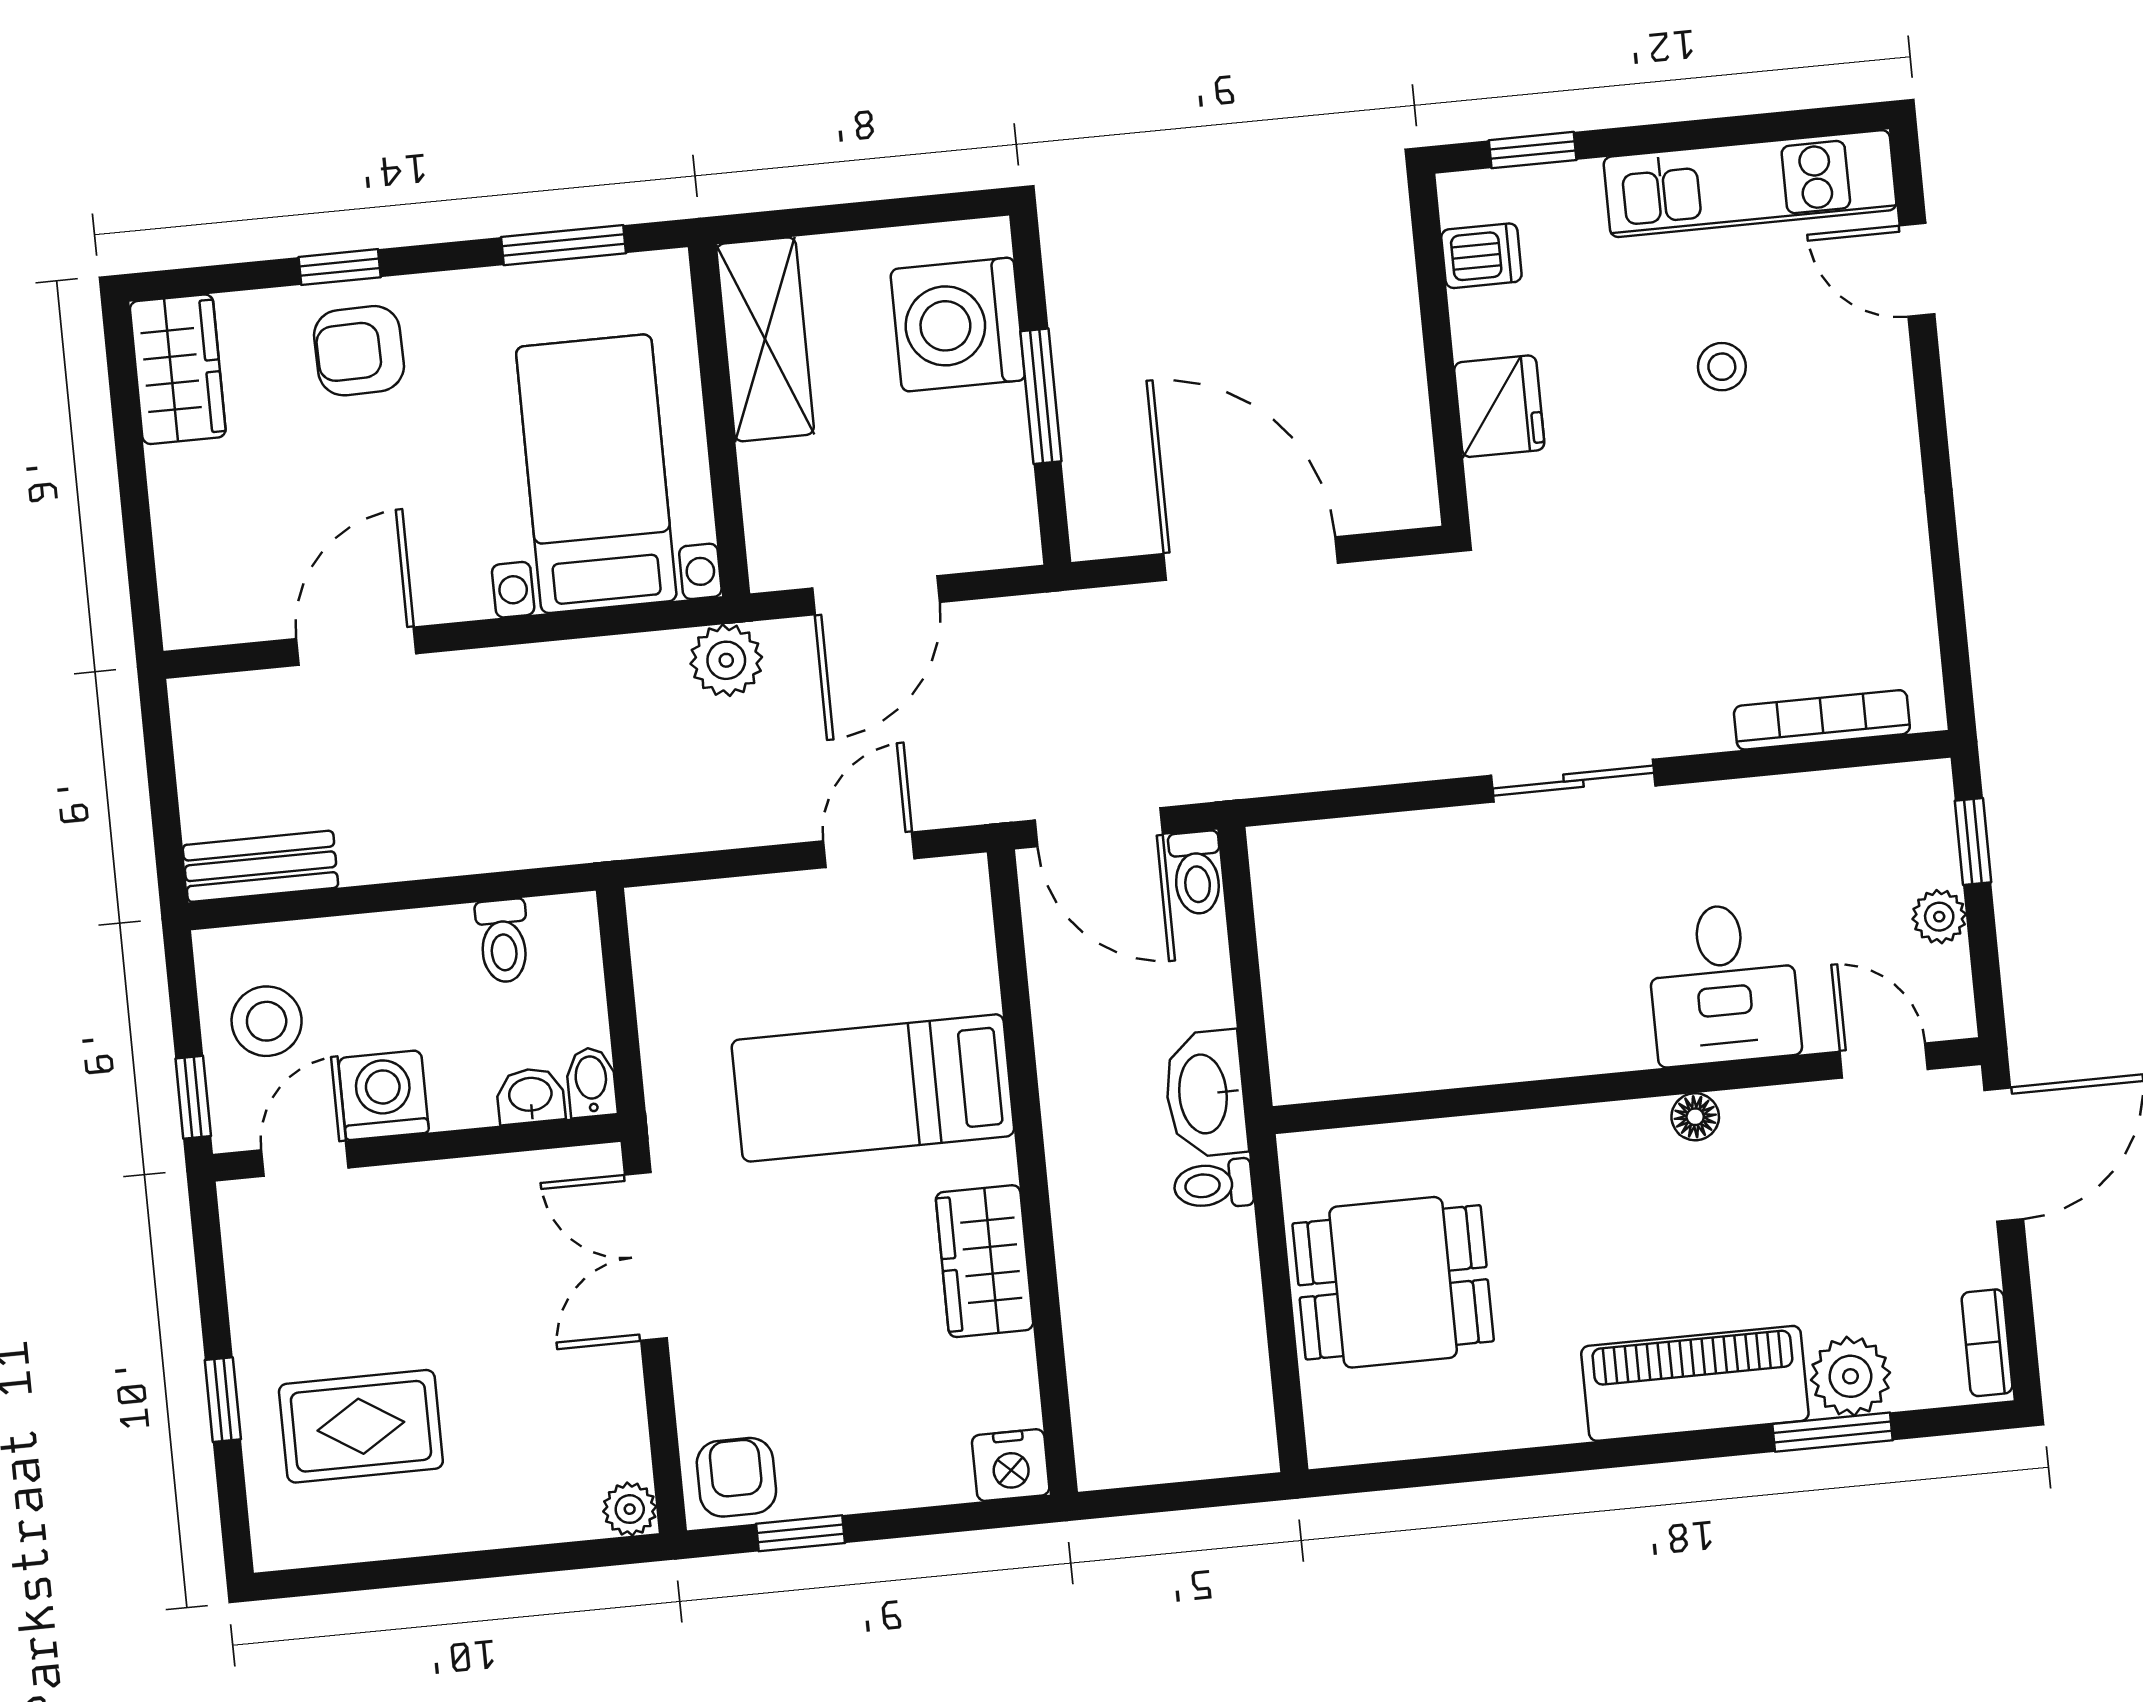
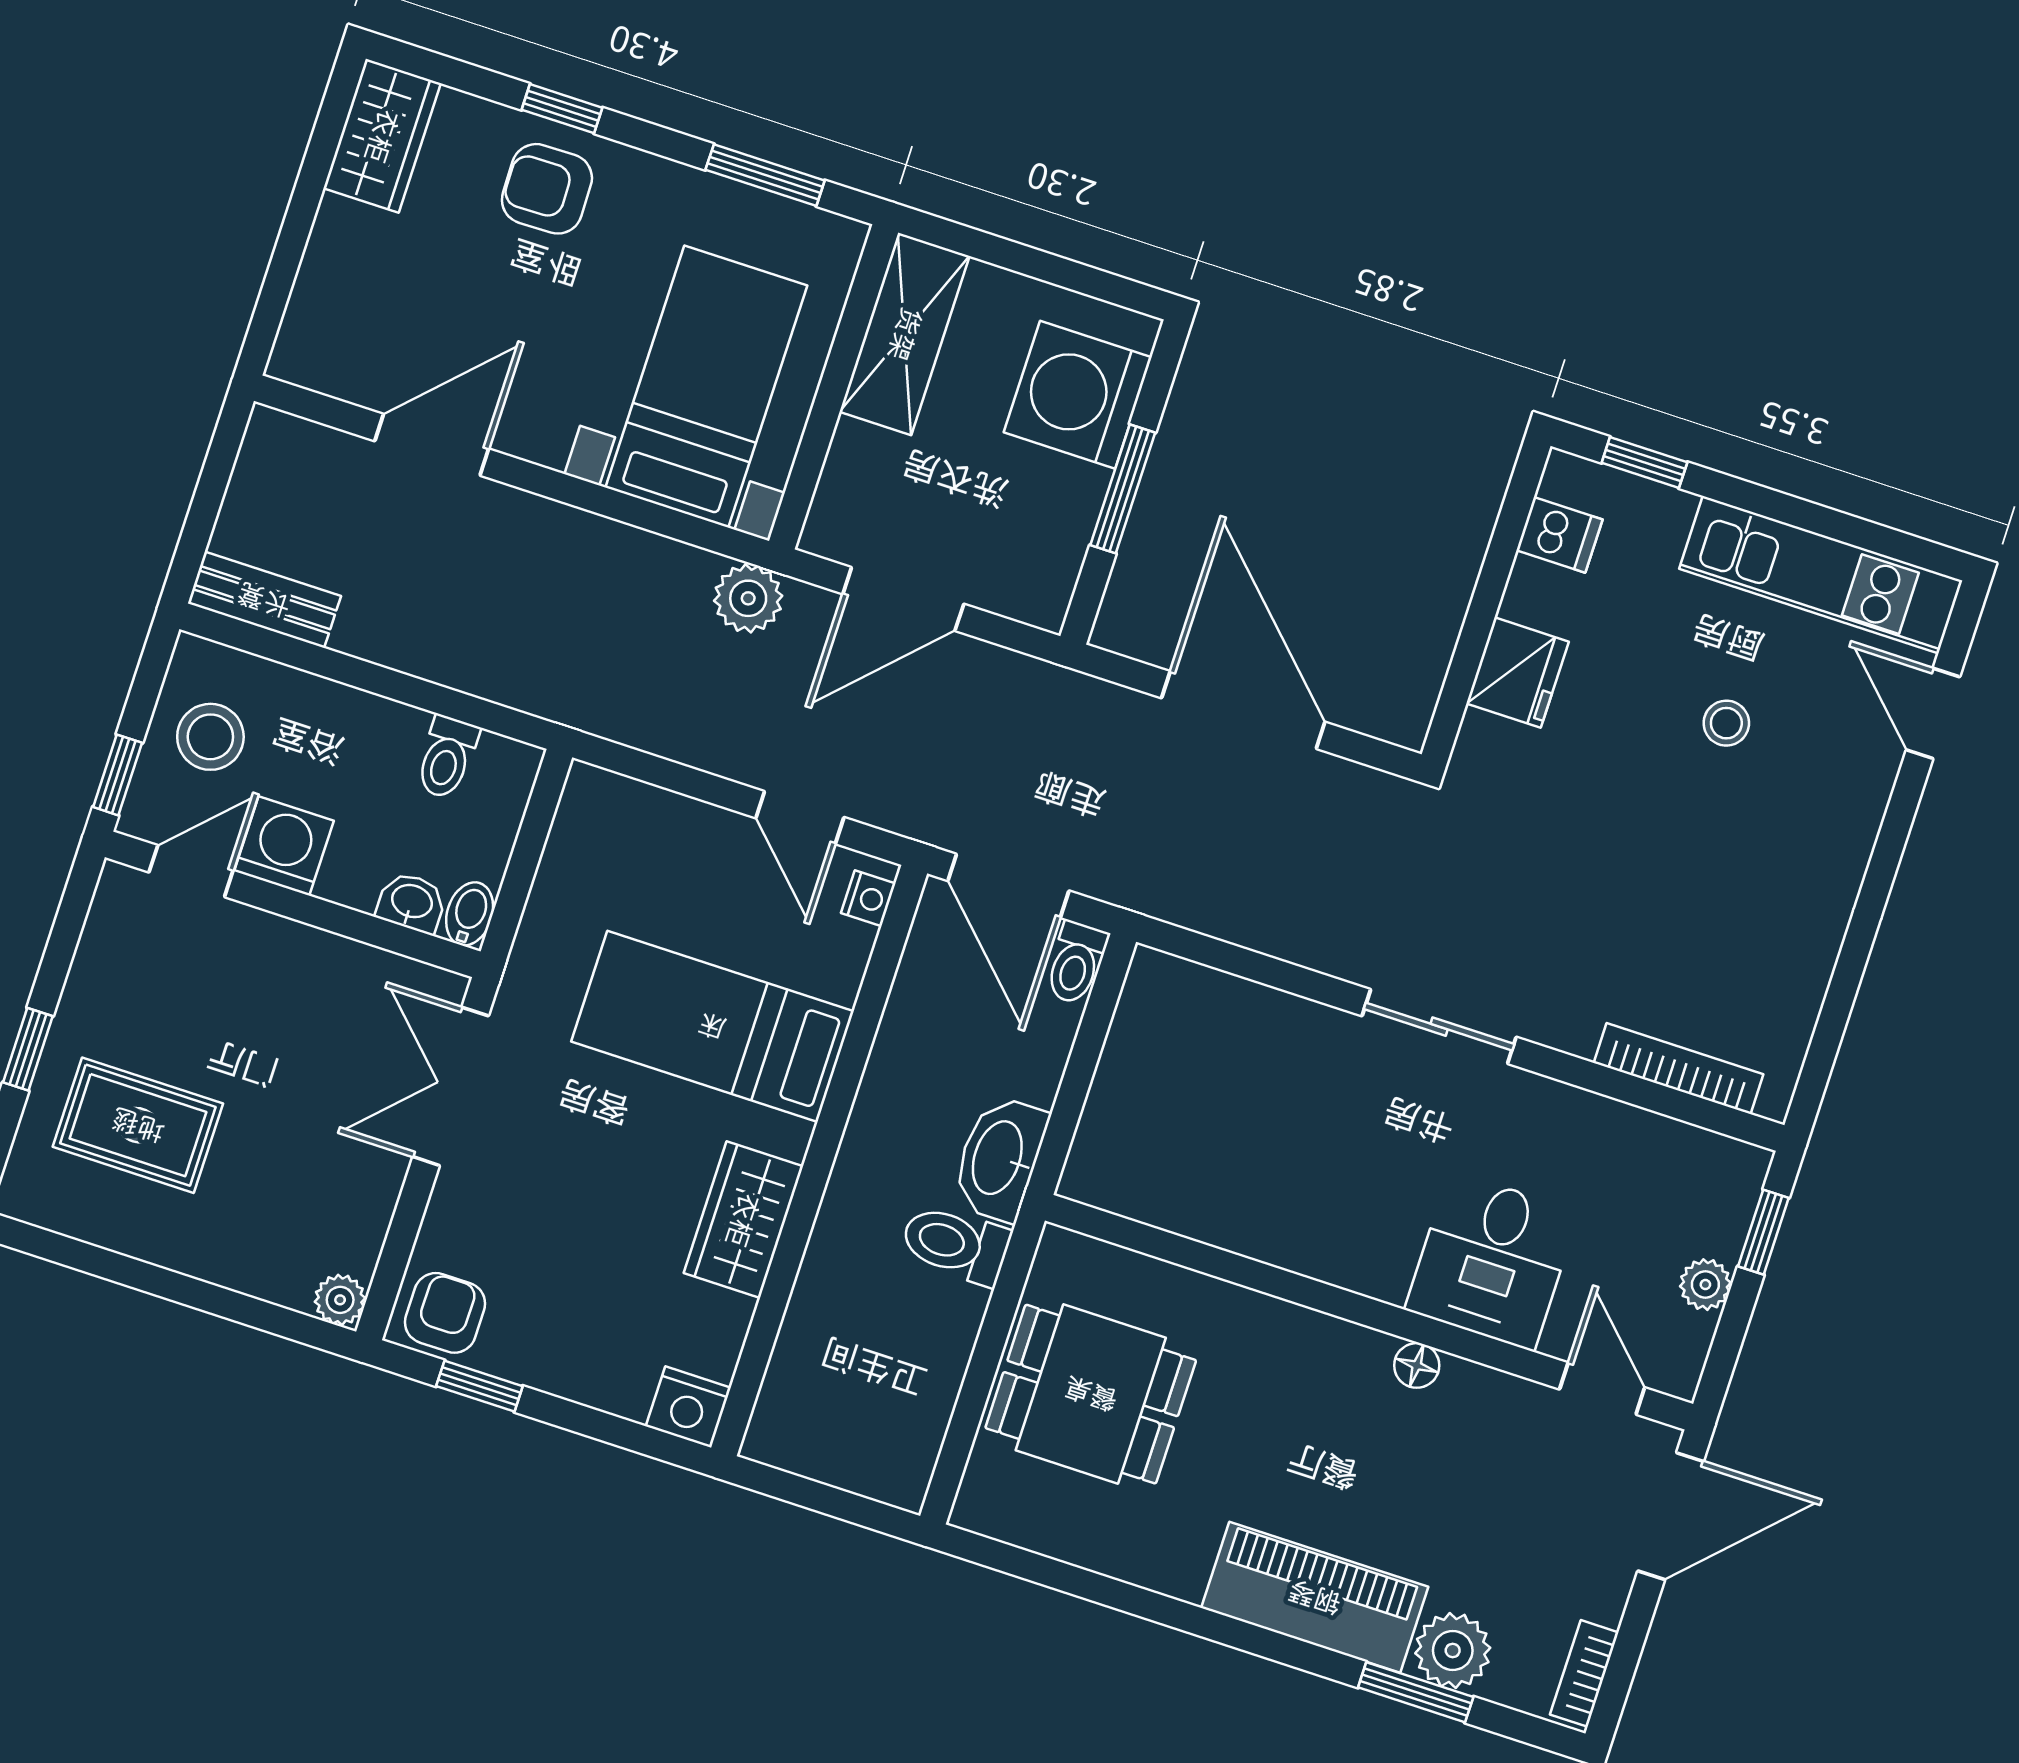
door: (869, 850) -> (800, 818), swing flipped
nightstand: (969, 899) -> (868, 898), added
toilet: (1213, 1185) -> (955, 1244), width x1.37, depth x1.39

